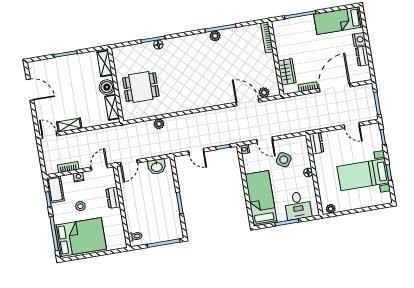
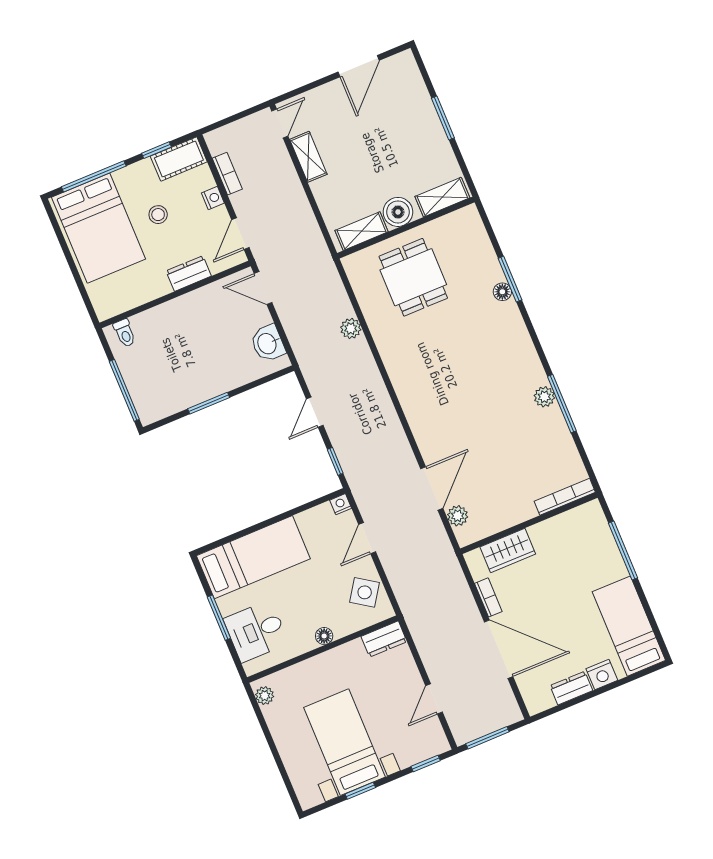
side table: (284, 160) -> (365, 592), moved
door: (99, 168) -> (240, 234), swing flipped

